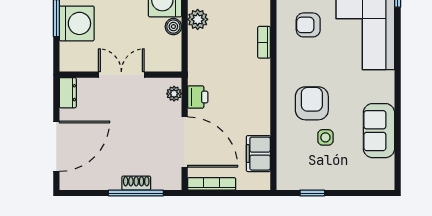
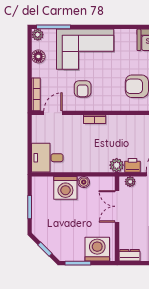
plant: (198, 19) -> (117, 165), moved
washing machine: (77, 23) -> (97, 249), moved
double door: (121, 75) -> (117, 206), moved

